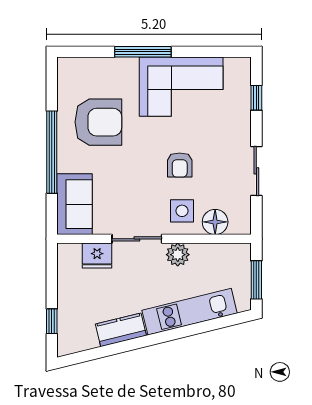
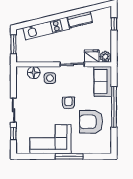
armchair: (180, 165) -> (68, 103), moved
sliding door: (256, 171) -> (13, 110), moved
plant: (178, 255) -> (105, 57), moved

